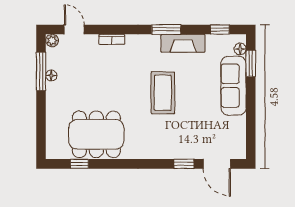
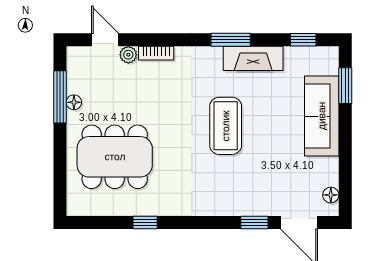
plant: (52, 41) -> (128, 55), moved
floor lamp: (240, 49) -> (331, 195), moved
dining table: (96, 134) -> (115, 157), moved
window: (79, 164) -> (145, 222), moved

